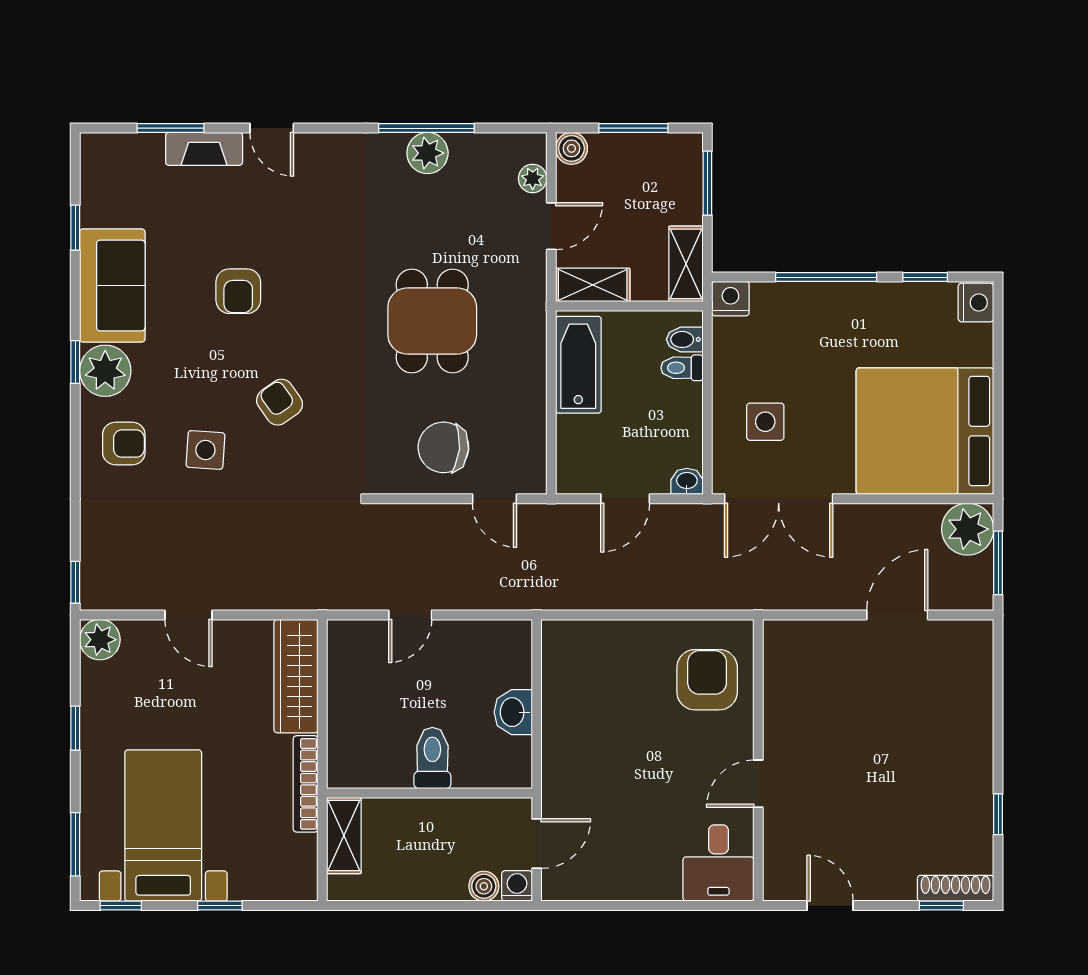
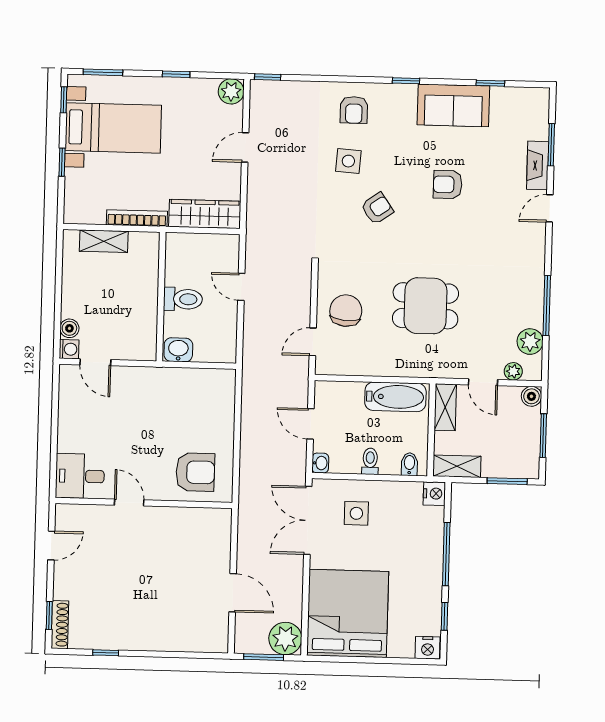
plant: (427, 153) -> (530, 342), moved
toilet: (682, 368) -> (370, 461), moved
plant: (105, 371) -> (400, 100), removed
toilet: (432, 758) -> (183, 299), moved
wall: (429, 793) -> (161, 297), moved

